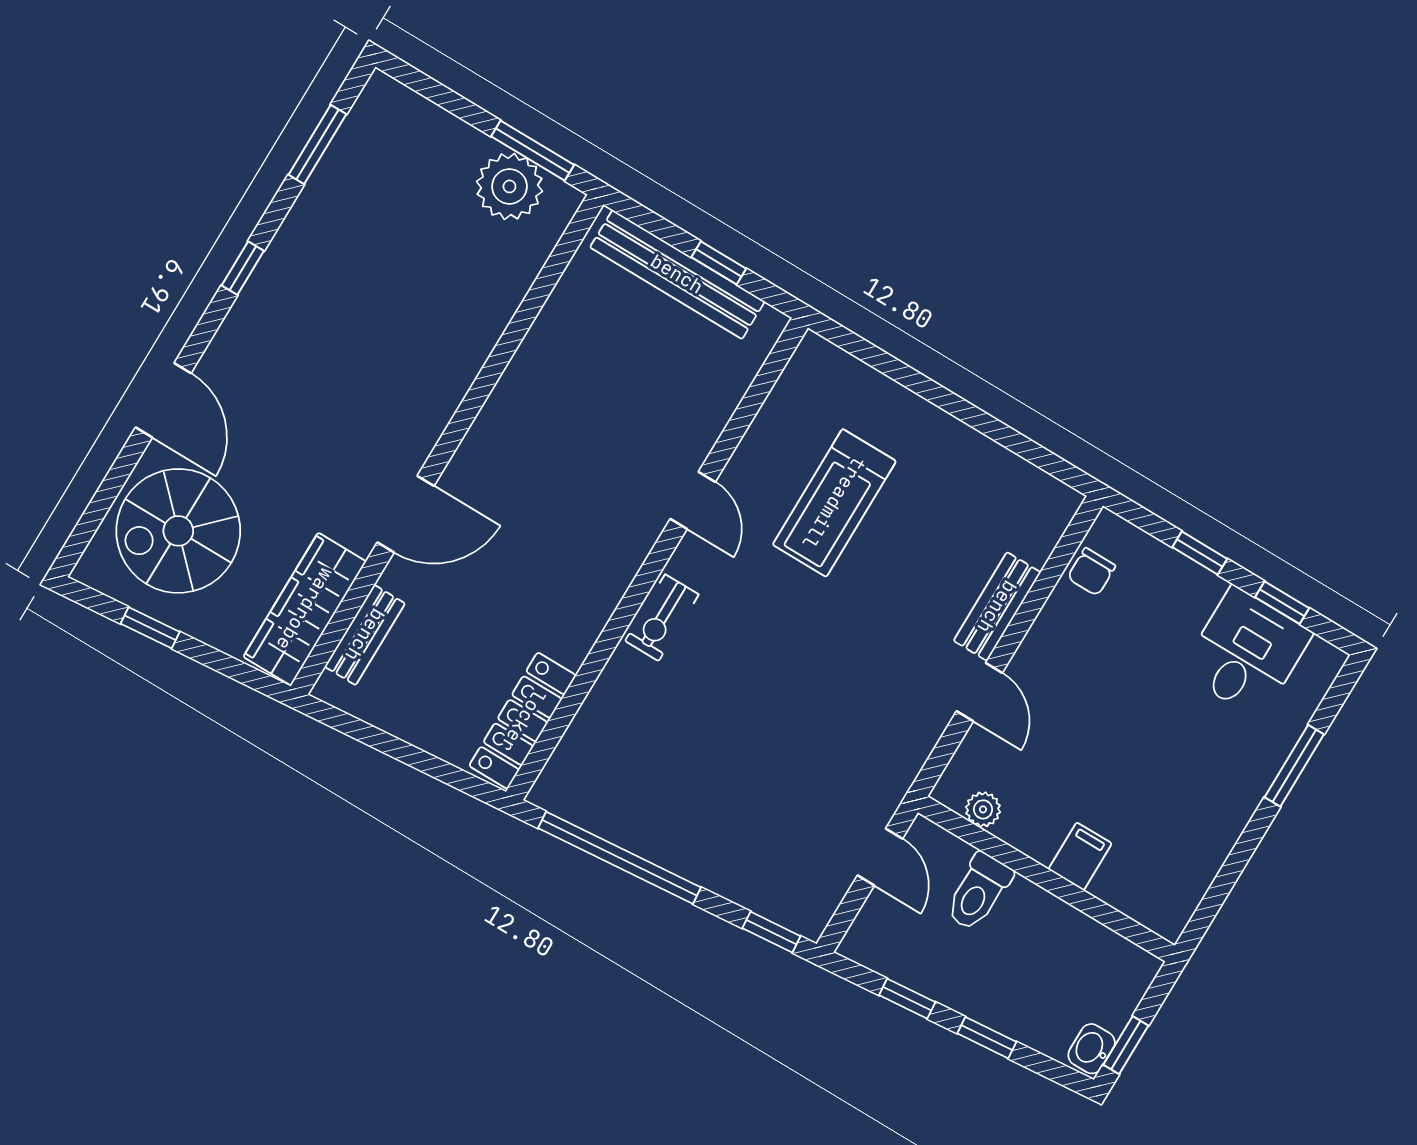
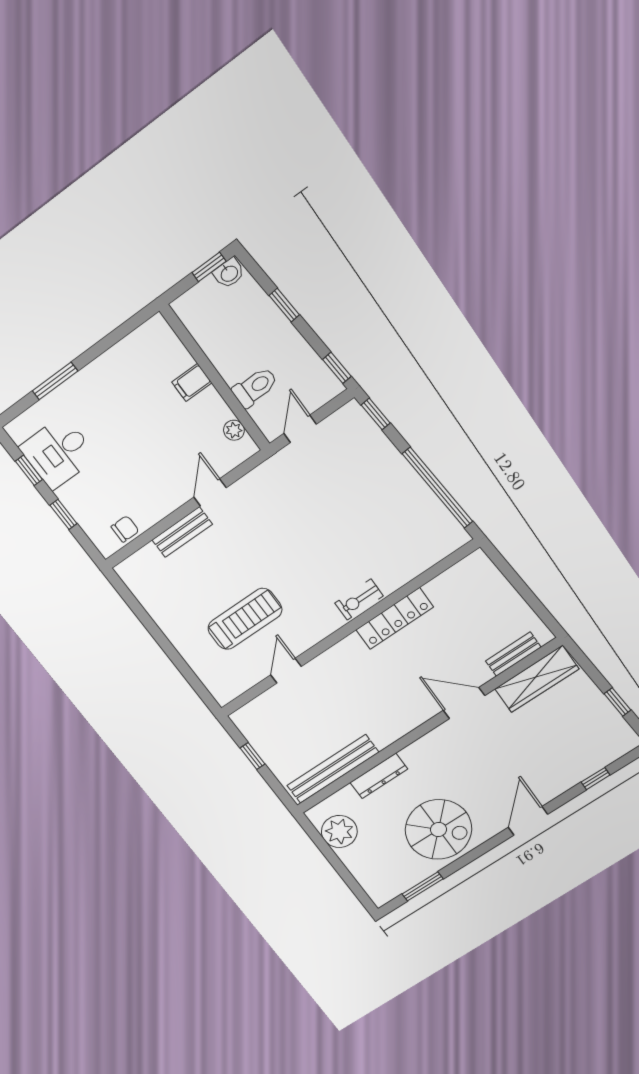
window: (533, 151) -> (320, 843), removed
window: (243, 268) -> (596, 779), moved
bench: (677, 274) -> (333, 769), moved, turned 90
dresser: (488, 320) -> (379, 776), added
door: (163, 400) -> (528, 821), moved
door: (693, 500) -> (286, 671), moved
spiral stairs: (178, 531) -> (439, 830), moved
exercise bike: (662, 618) -> (359, 599), turned 180
locker: (523, 721) -> (395, 618), moved
window: (907, 999) -> (337, 368), moved

